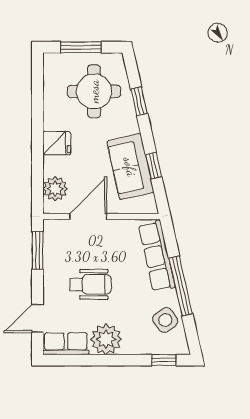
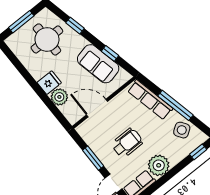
plant: (55, 189) -> (59, 97), moved
door: (88, 216) -> (97, 108), hinge flipped
window: (37, 251) -> (93, 158), moved

